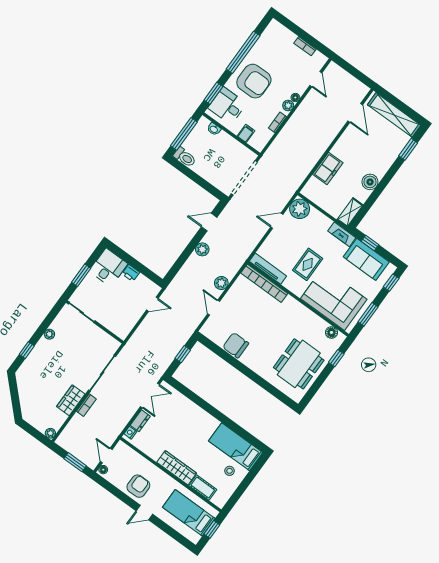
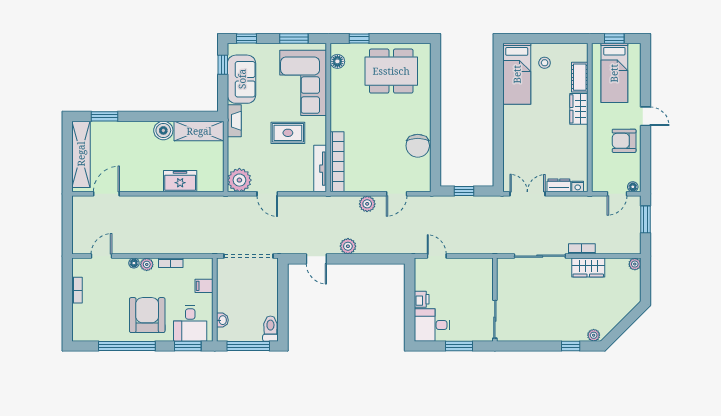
shelving: (350, 212) -> (199, 131), width x1.50, depth x1.33
window: (370, 243) -> (223, 65), moved
plant: (49, 334) -> (594, 335), moved
wardrobe: (177, 468) -> (579, 109), width x0.67

